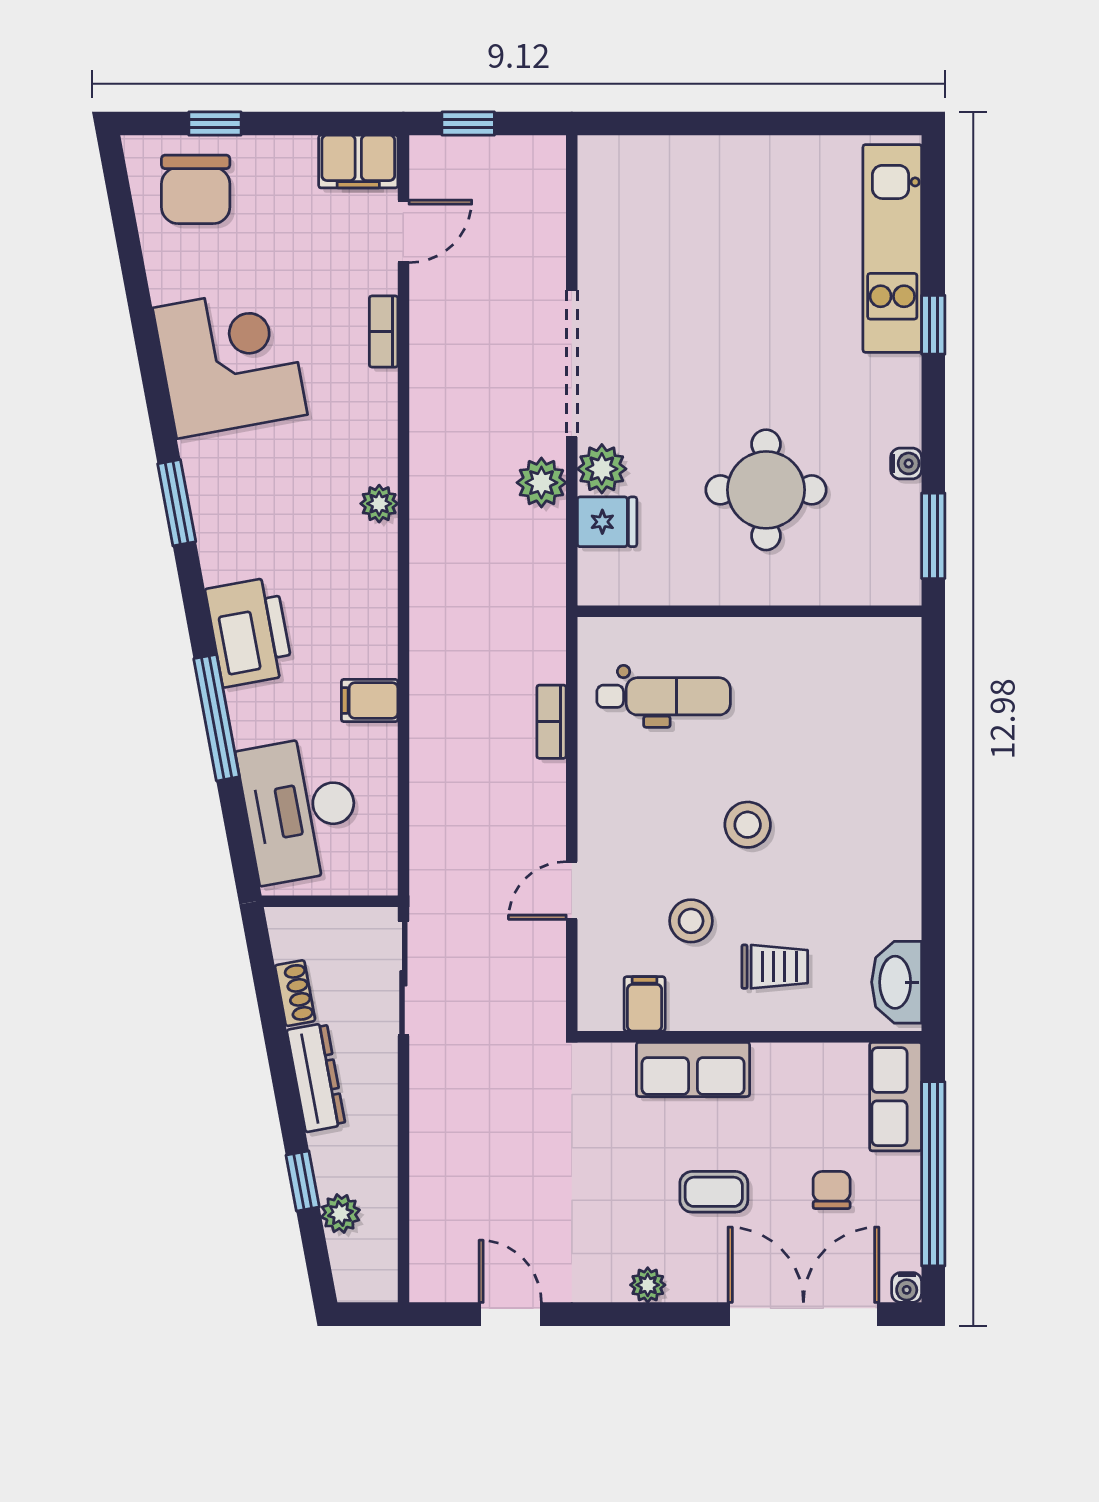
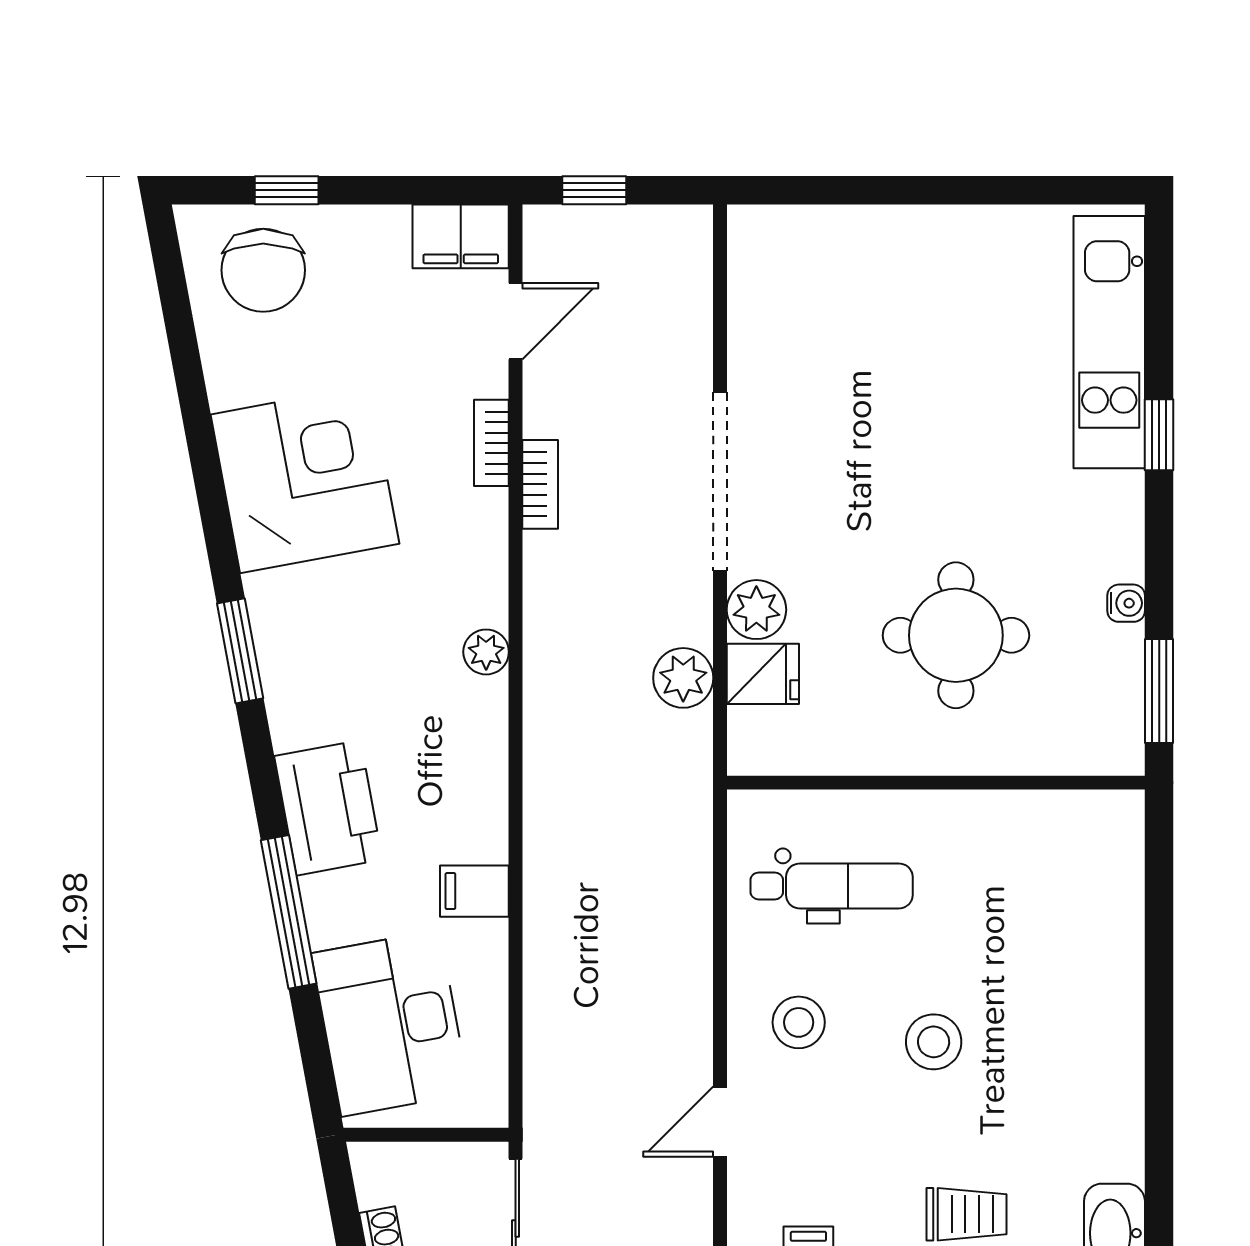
plant: (541, 483) -> (683, 678), moved
bookcase: (551, 722) -> (540, 484), moved, turned 180
stool: (691, 921) -> (799, 1022), moved

